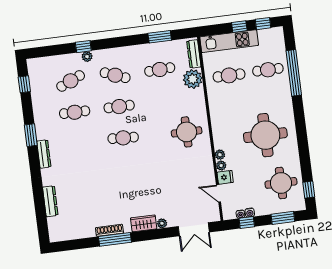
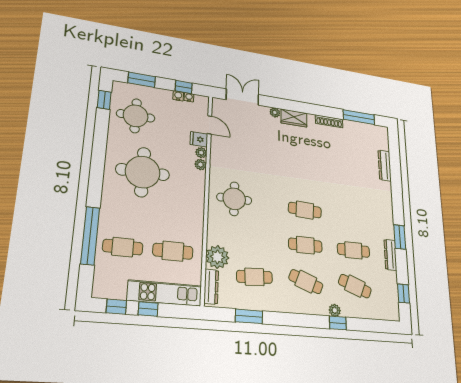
cafe table: (71, 81) -> (355, 286), turned 45
dresser: (44, 154) -> (390, 255), moved
window: (115, 239) -> (359, 117), moved

